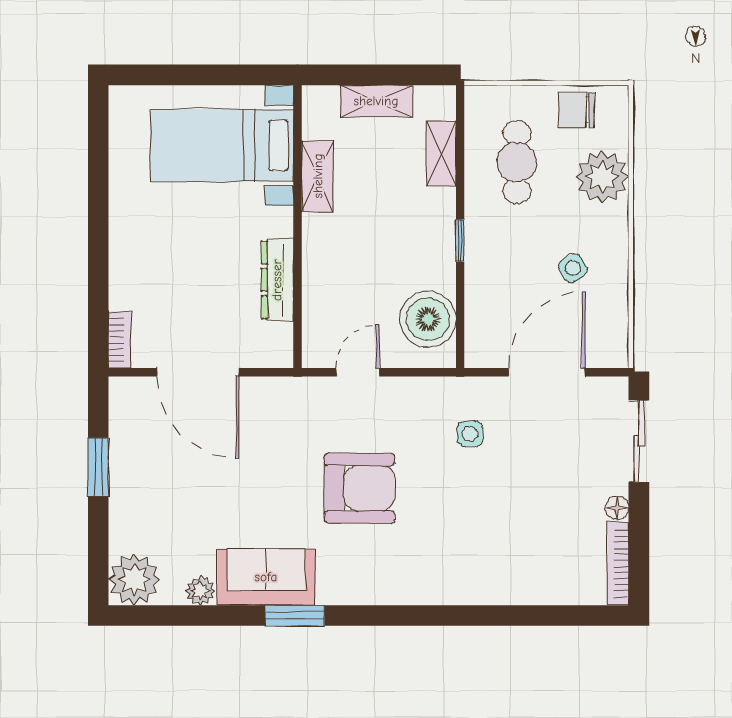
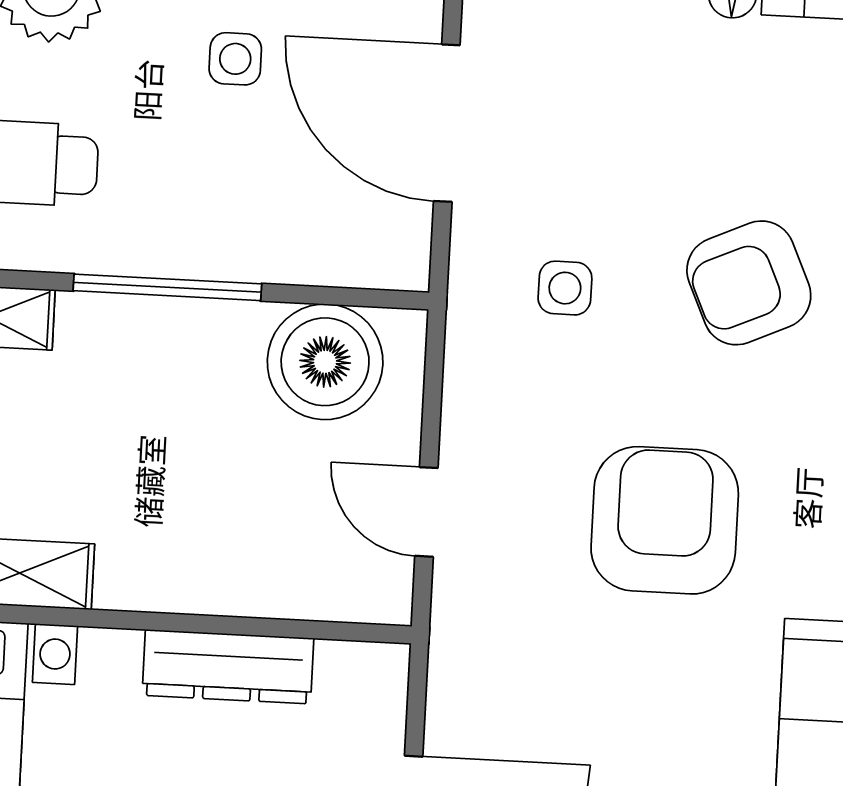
window: (460, 241) -> (167, 287), width x2.17
side table: (573, 268) -> (235, 59), turned 32
armchair: (477, 523) -> (749, 283), added

